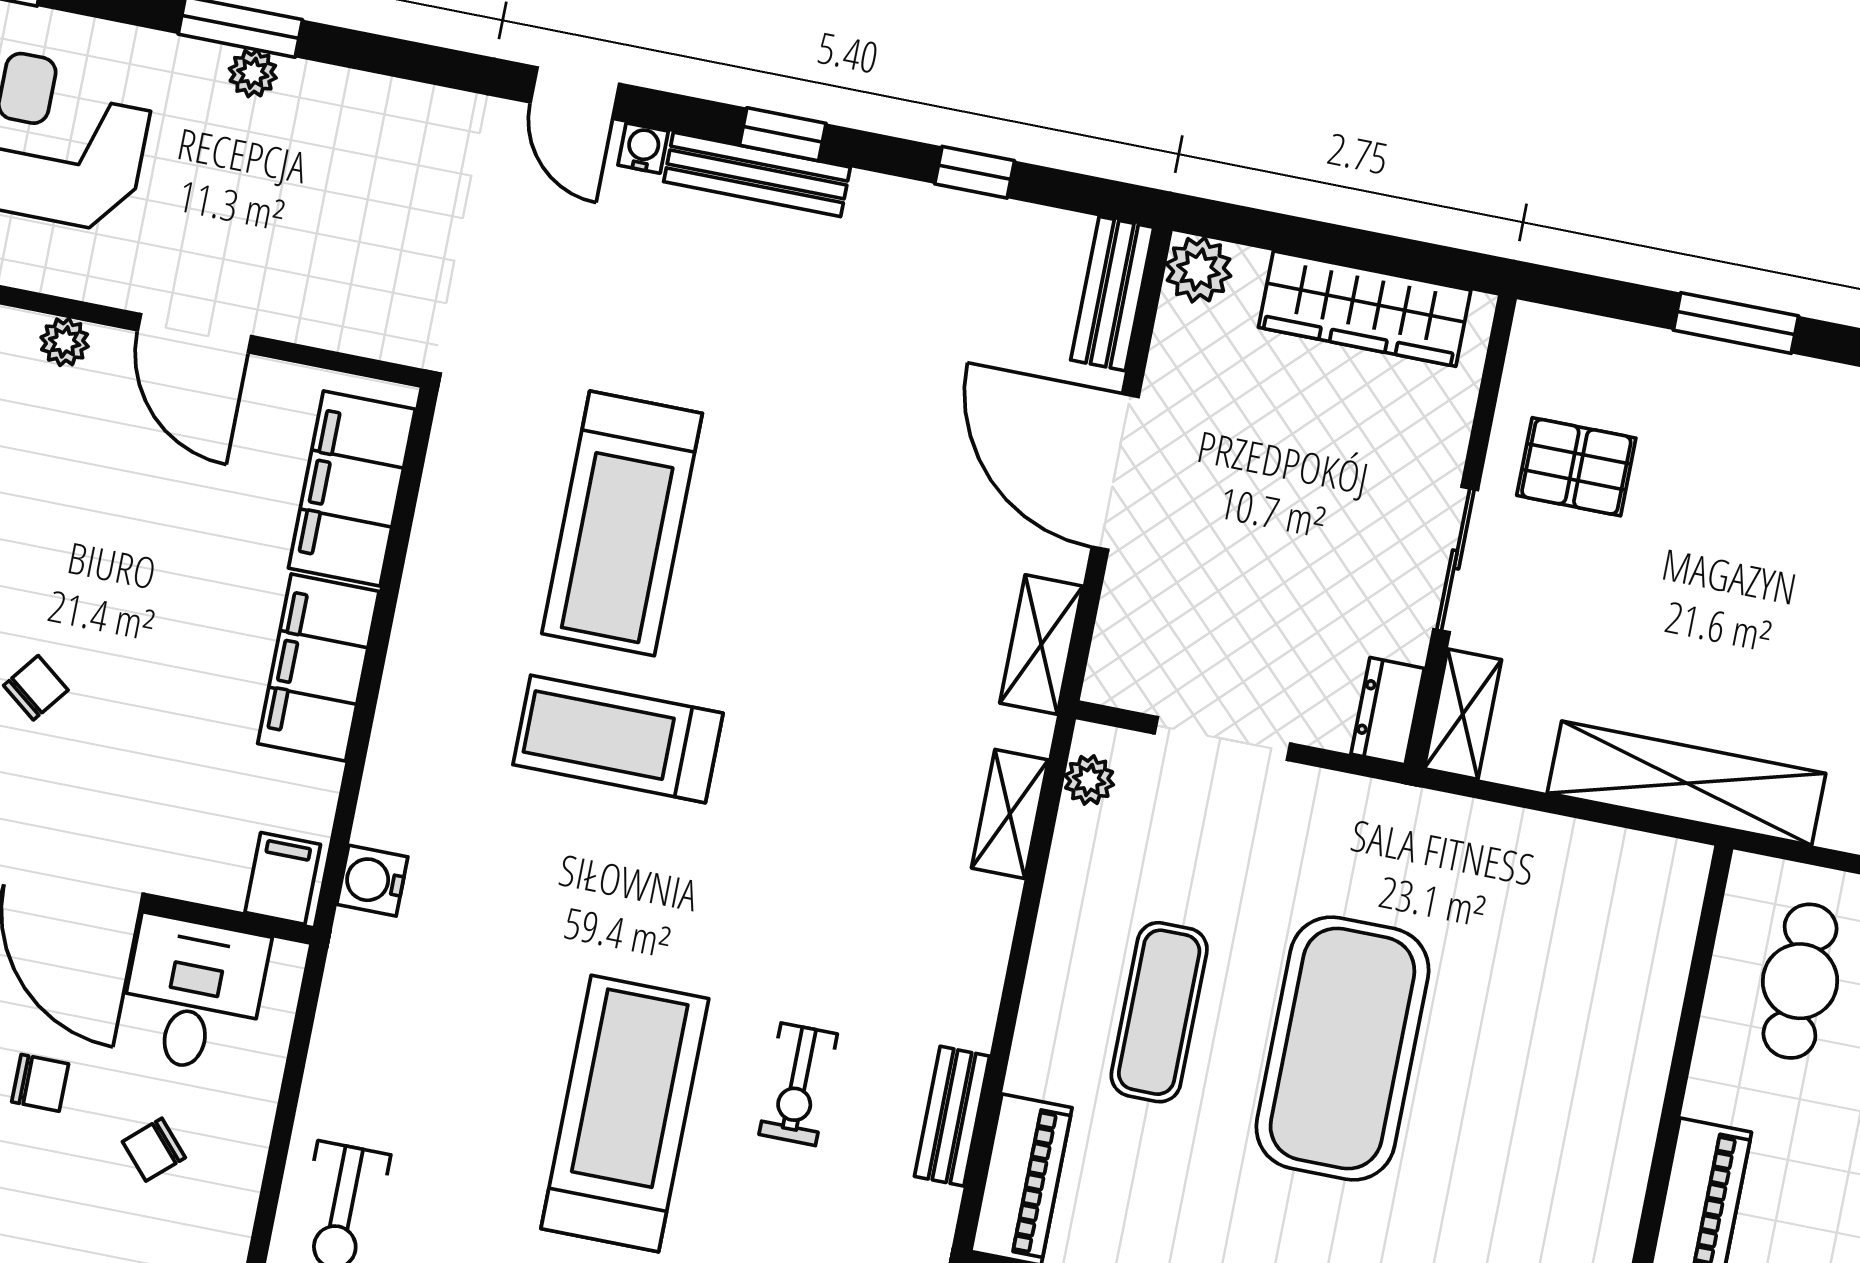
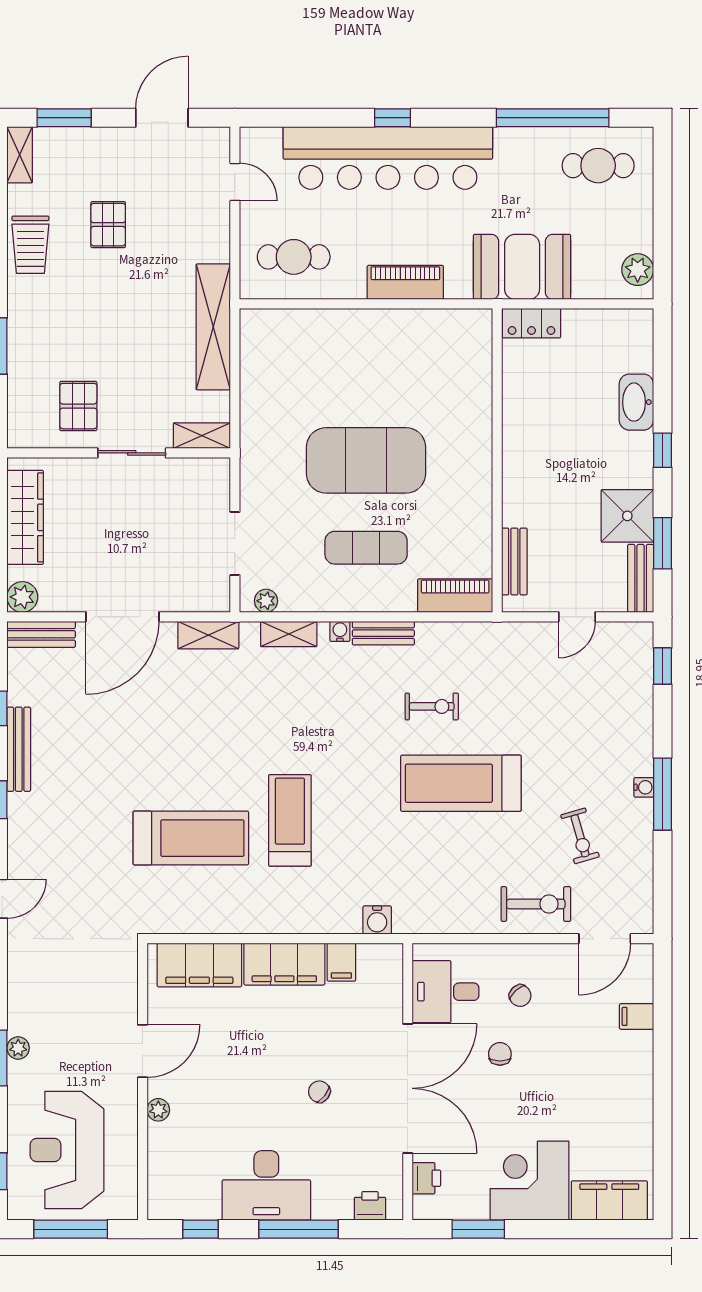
water cooler: (643, 148) -> (340, 631), moved, turned 90
bench: (757, 174) -> (19, 749), moved
dresser: (1388, 711) -> (207, 470), removed
treadmill: (618, 739) -> (290, 820), turned 180
filing cabinet: (283, 878) -> (341, 962), moved, turned -90
bench: (952, 1116) -> (383, 633), moved

